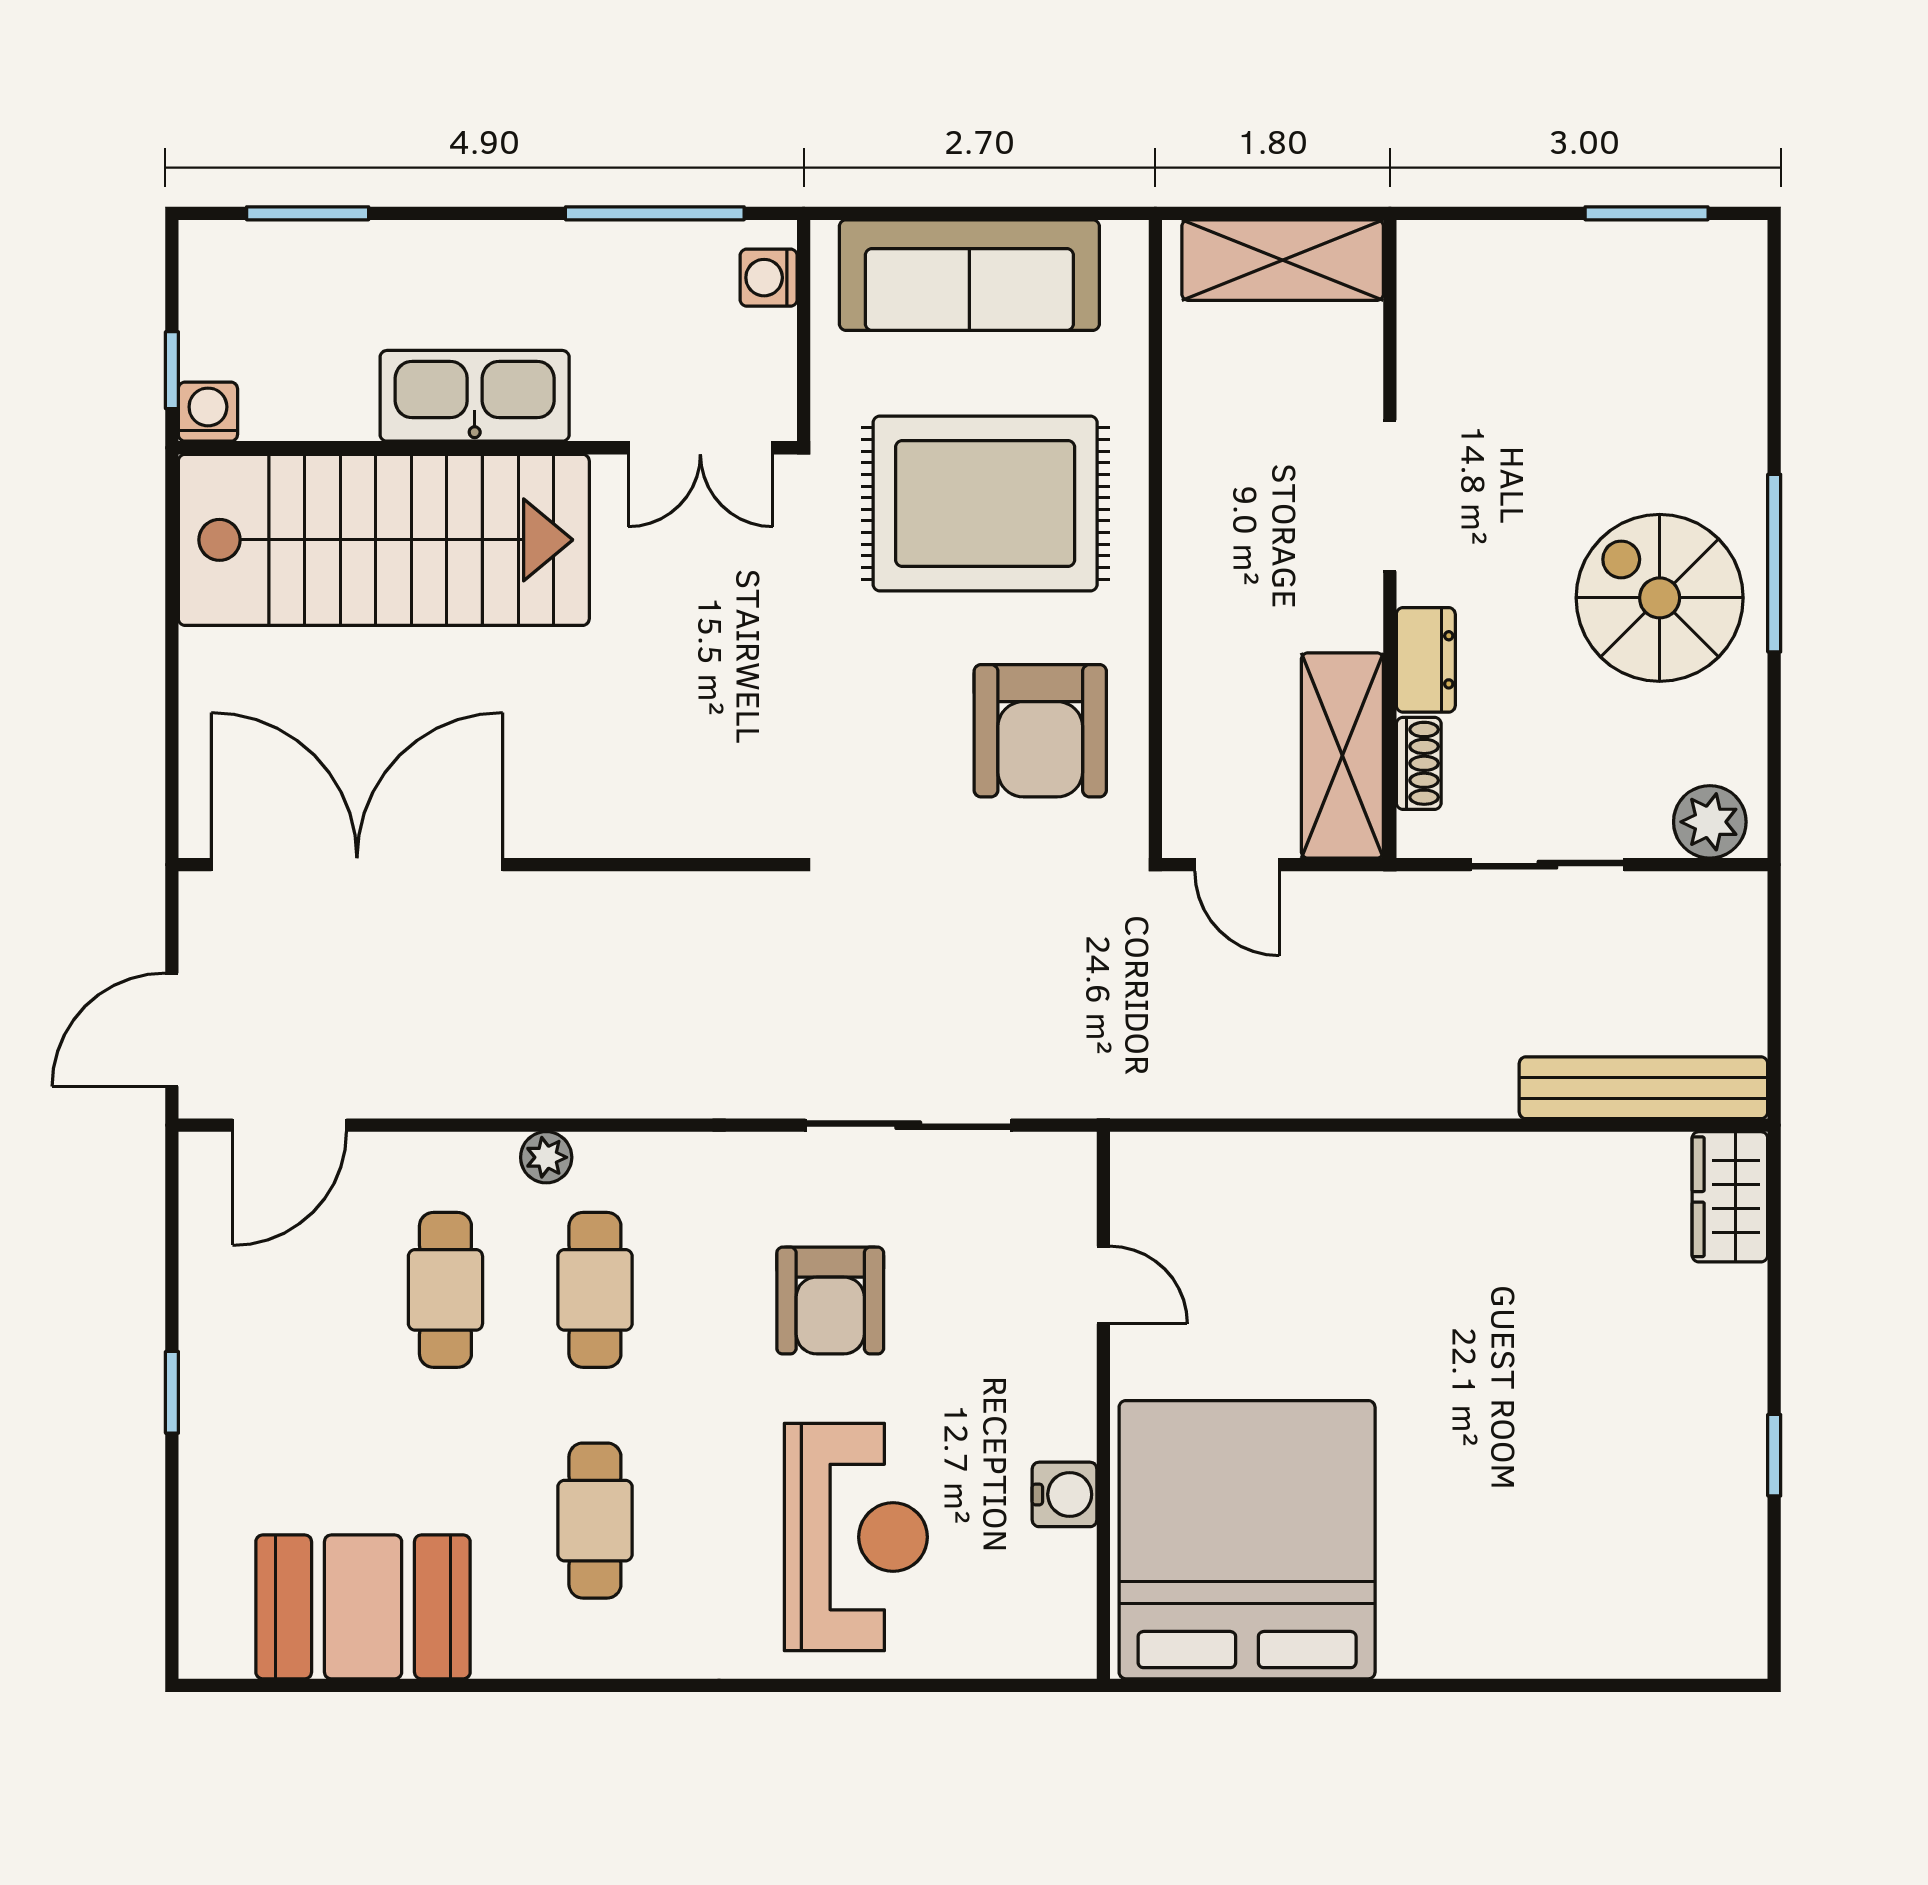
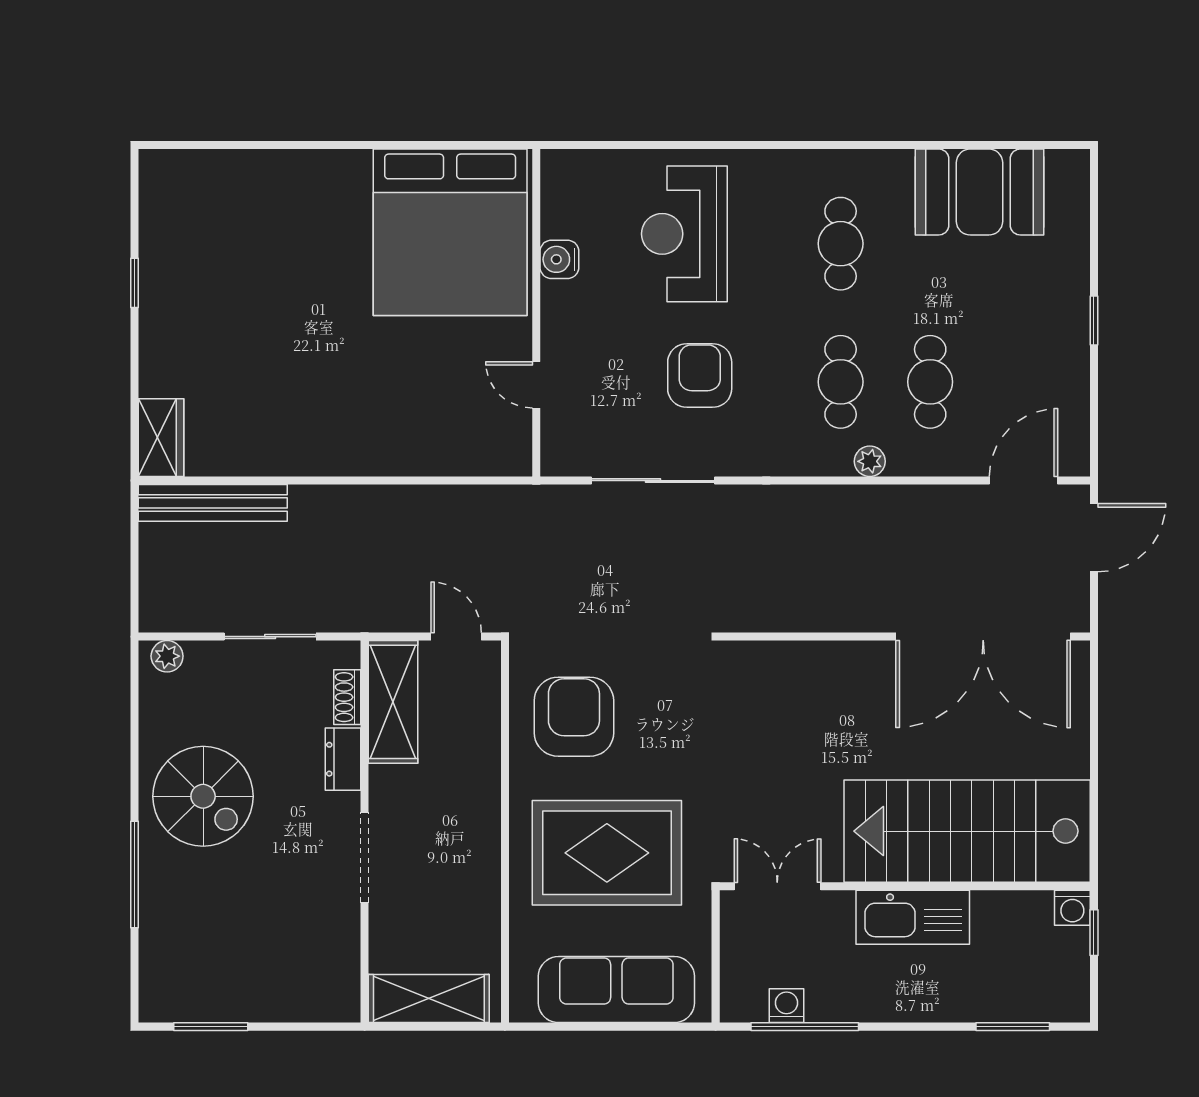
washing machine: (769, 278) -> (786, 1006), moved, turned -90
window: (1774, 563) -> (134, 874), moved
plant: (1710, 822) -> (167, 656), width x0.73, depth x0.73

